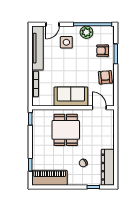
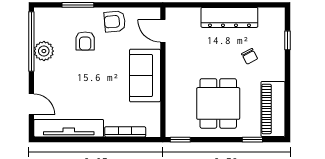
side table: (66, 42) -> (60, 83), removed
armchair: (103, 51) -> (85, 41), moved
door: (99, 108) -> (163, 31), hinge flipped
dining table: (66, 130) -> (218, 103), moved, turned 90
dresser: (108, 167) -> (229, 17), moved

